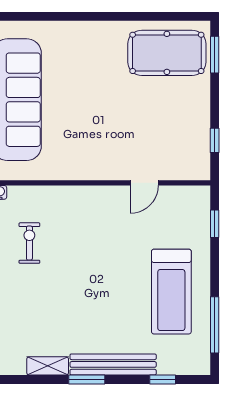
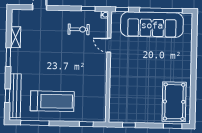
door: (144, 183) -> (109, 45), moved
treadmill: (171, 292) -> (52, 101), turned 180
bench: (113, 364) -> (15, 96), moved

